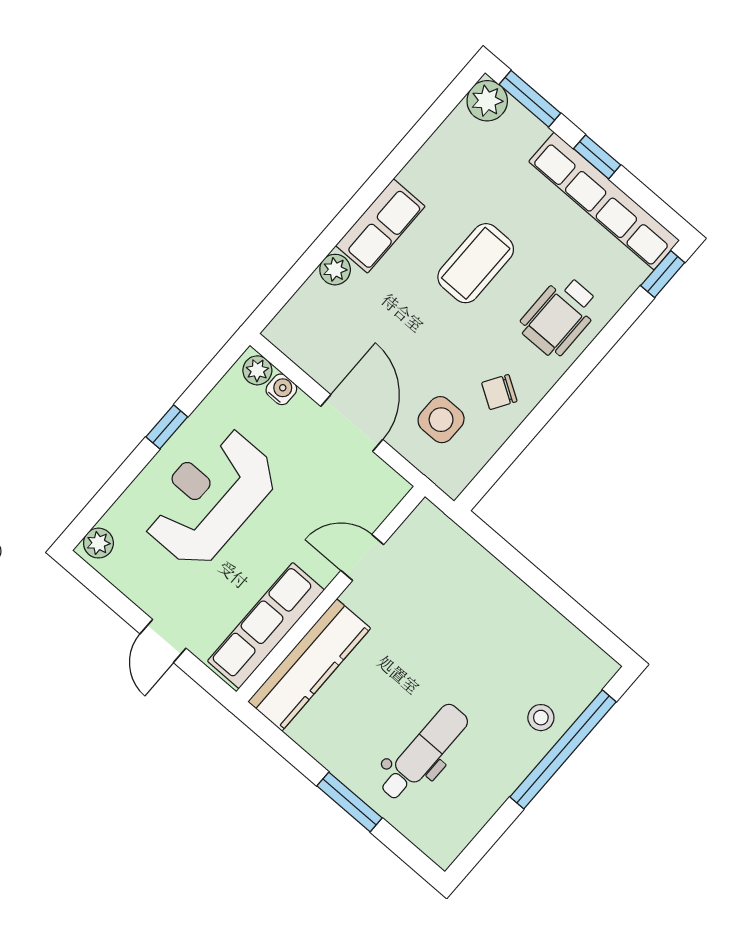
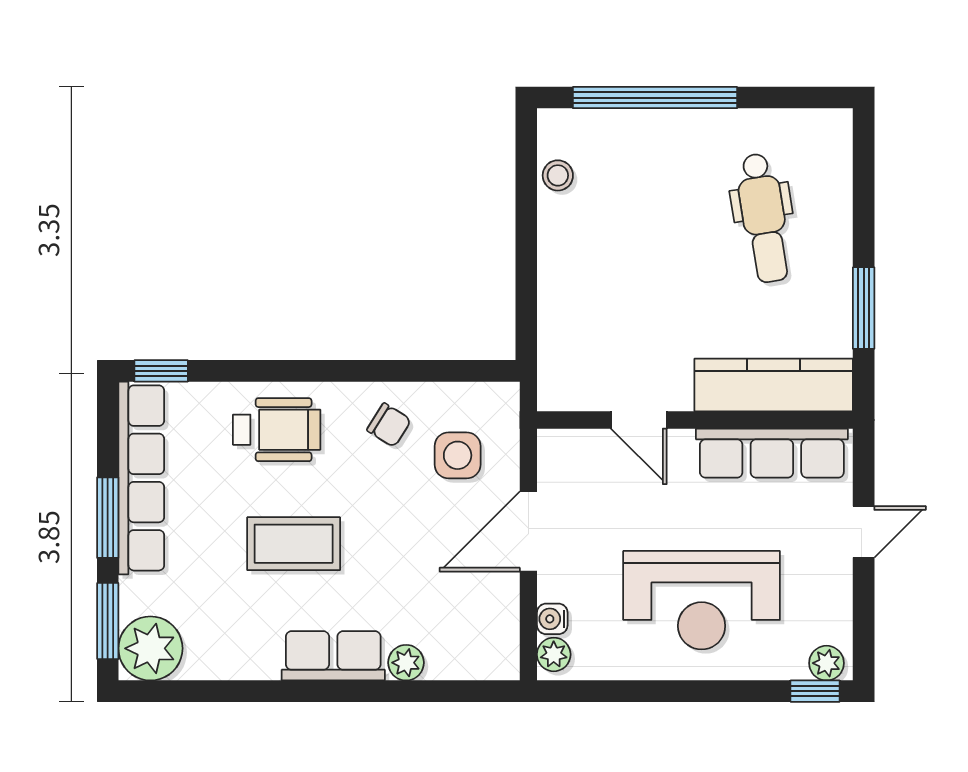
plant: (487, 101) -> (150, 648), width x1.36, depth x1.36
window: (597, 157) -> (108, 518), width x1.50
window: (167, 427) -> (815, 691), moved
stool: (541, 718) -> (558, 175), moved
dental chair: (424, 752) -> (764, 218), turned -99
window: (350, 802) -> (864, 308), moved

